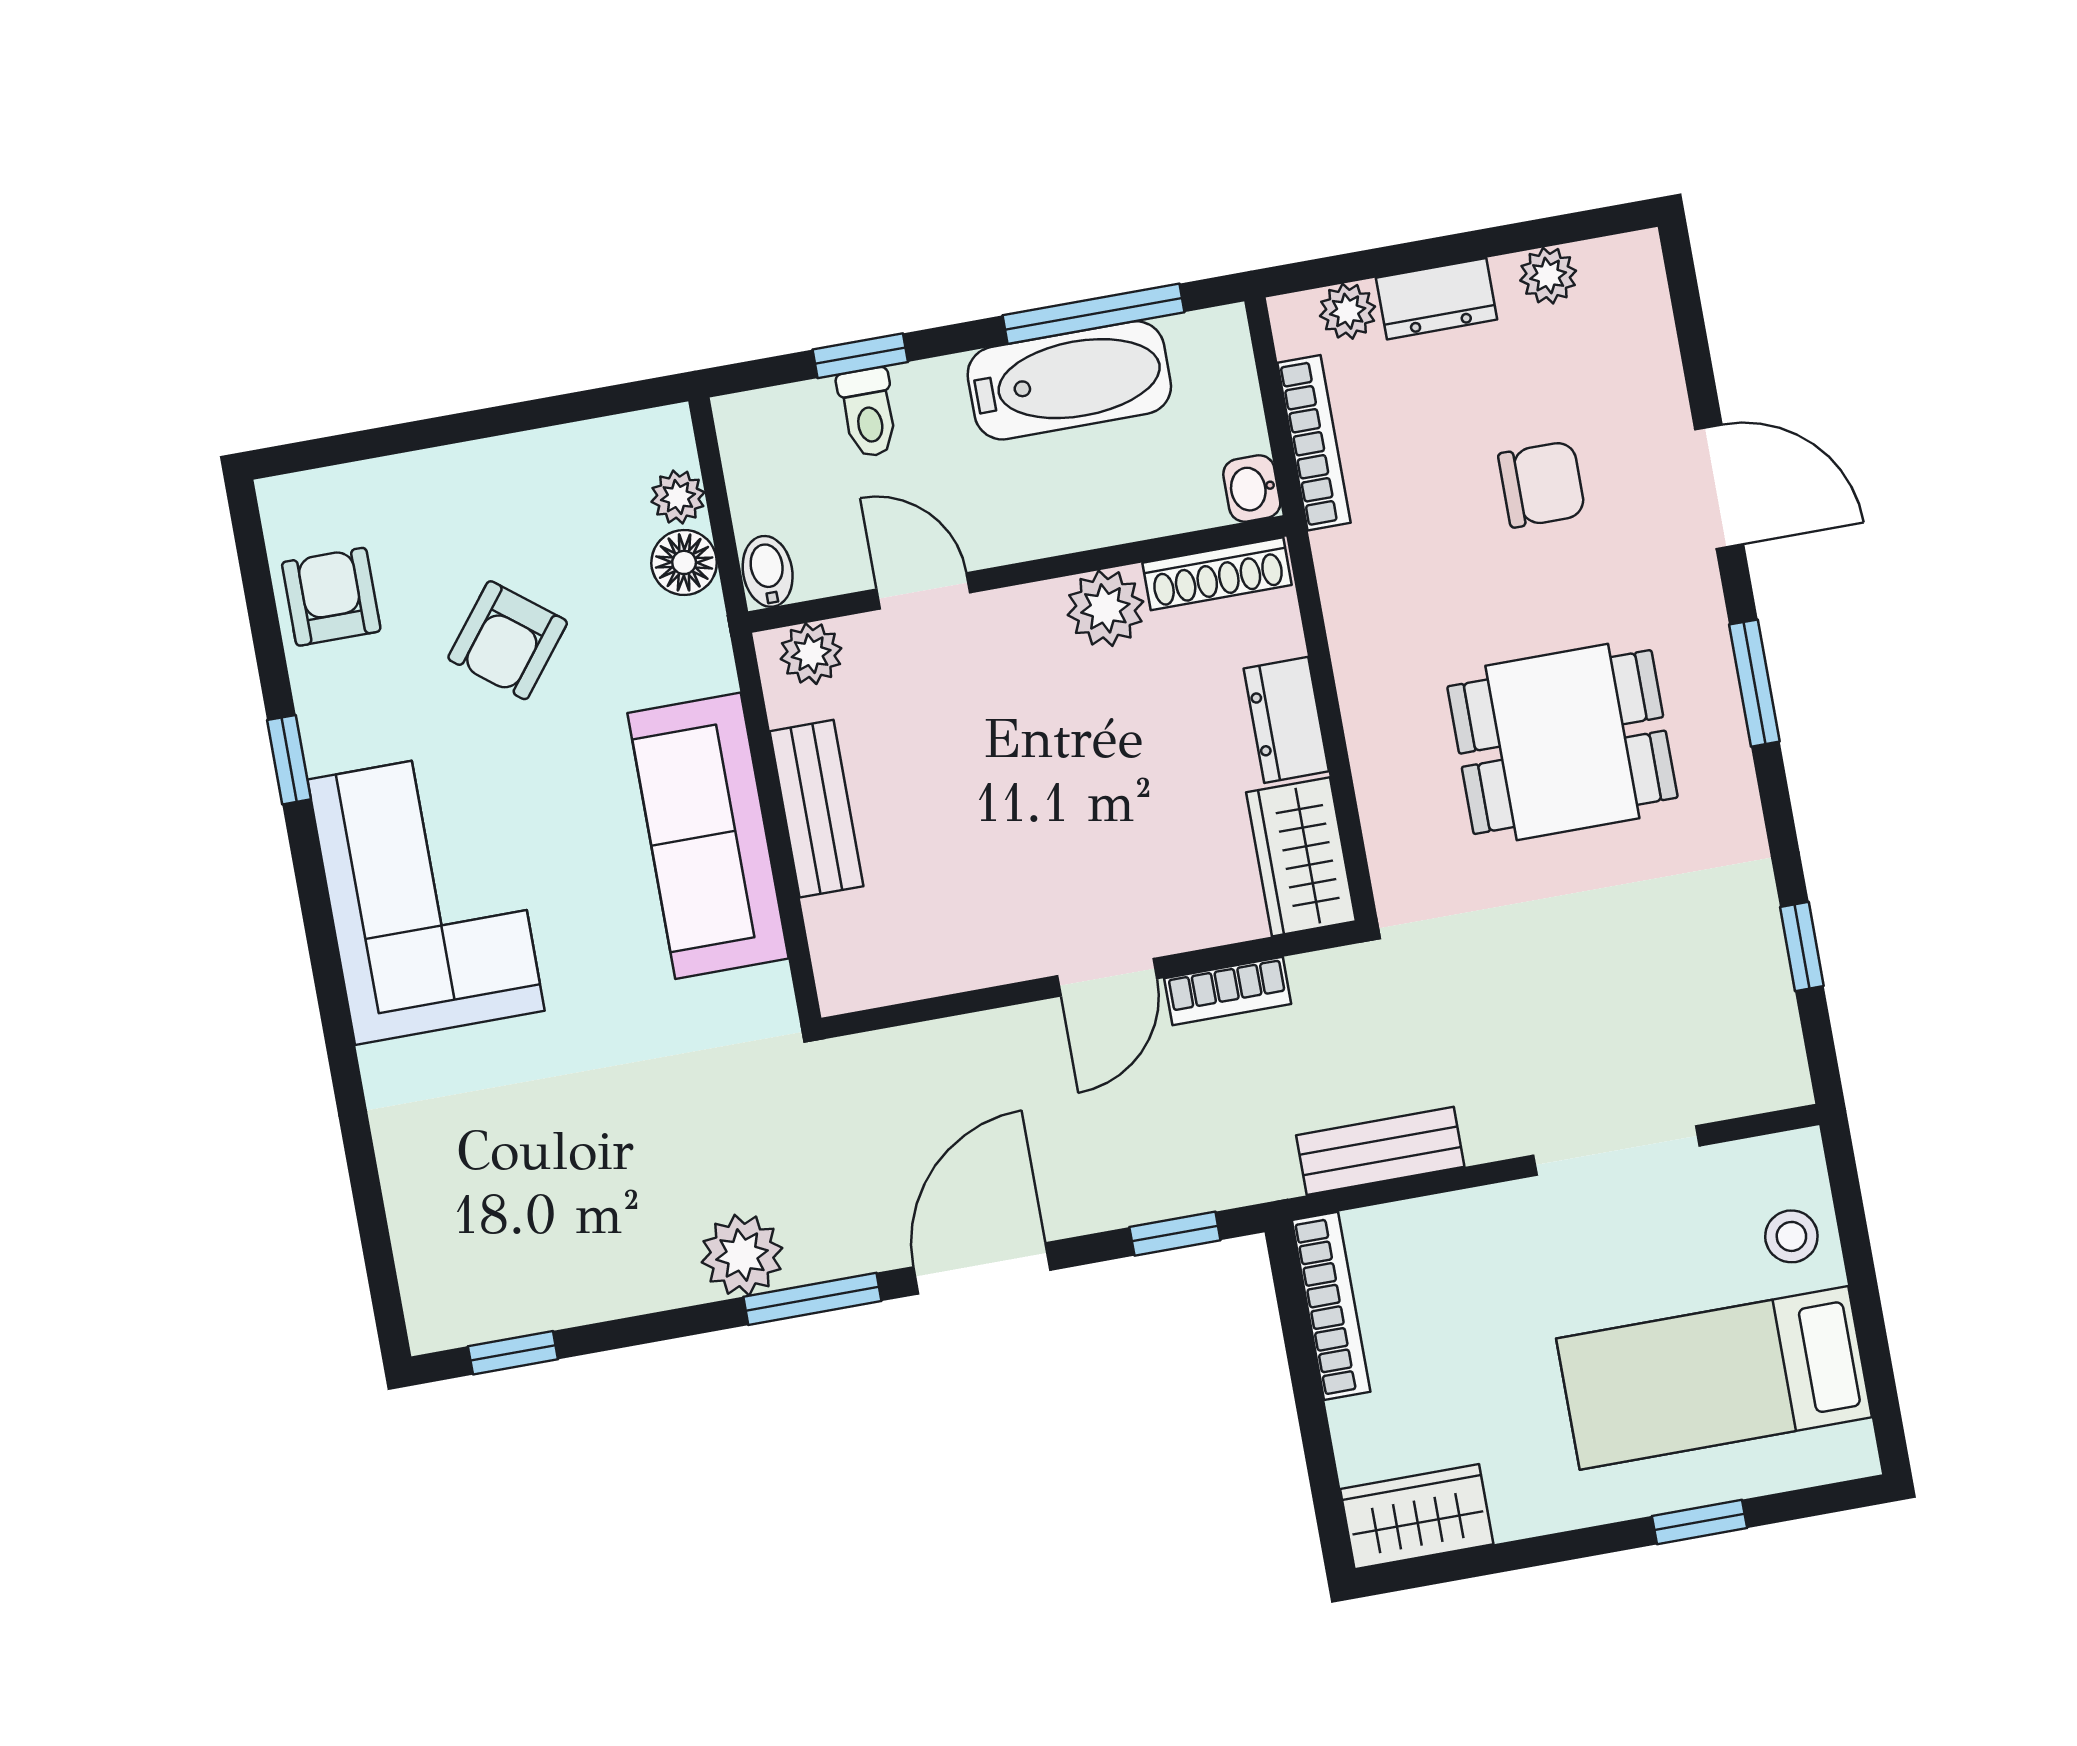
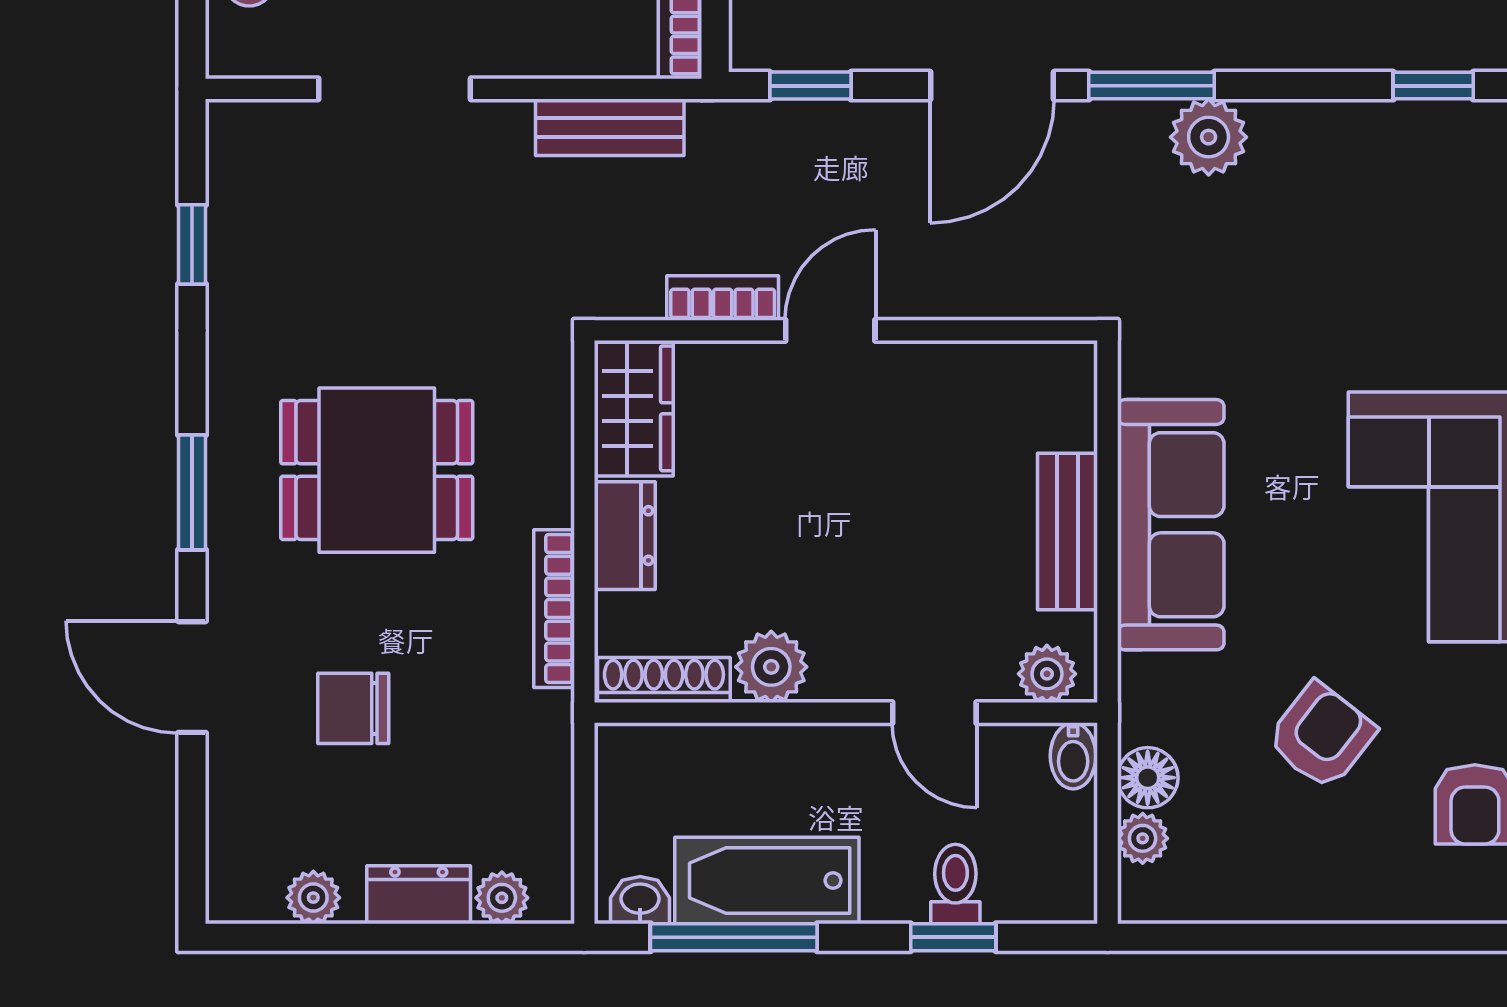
bookcase: (1314, 443) -> (554, 609), moved
washbasin: (1252, 488) -> (640, 900), moved, turned -90

